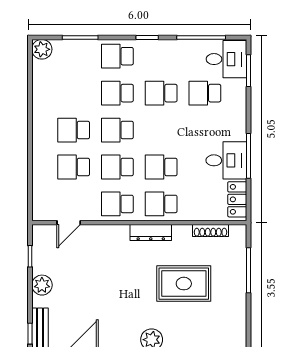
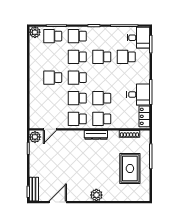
school desk: (74, 167) -> (53, 36), moved
rug: (184, 284) -> (130, 168), moved, turned 90
plant: (42, 285) -> (35, 137), moved

